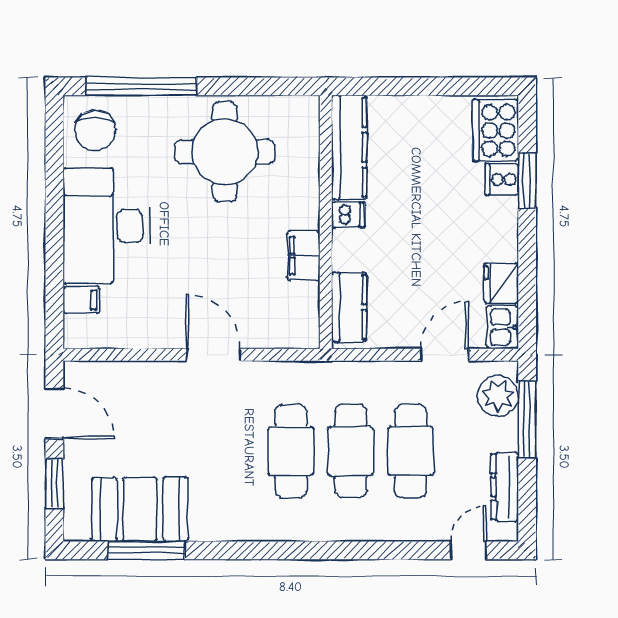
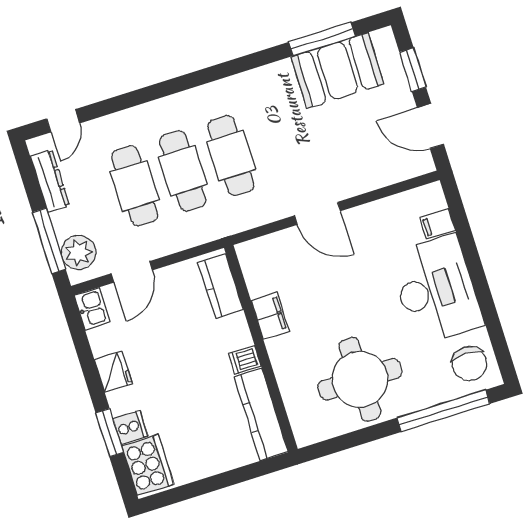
chair: (95, 130) -> (469, 364), turned 180
fridge: (501, 283) -> (113, 372), moved

